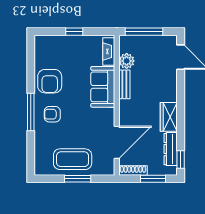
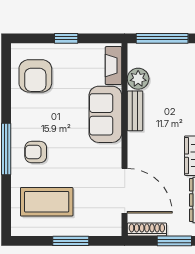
armchair: (50, 81) -> (35, 76), moved
door: (117, 142) -> (125, 191), hinge flipped
coffee table: (73, 159) -> (47, 202), moved

